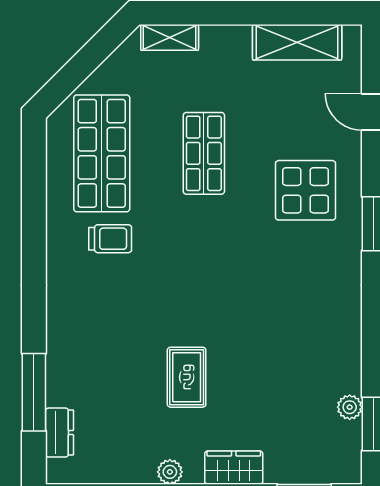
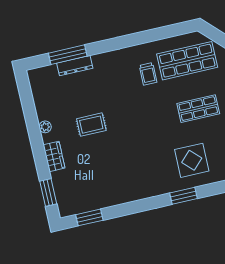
plant: (350, 407) -> (95, 204), removed
dresser: (60, 433) -> (75, 66), moved, width x1.44

